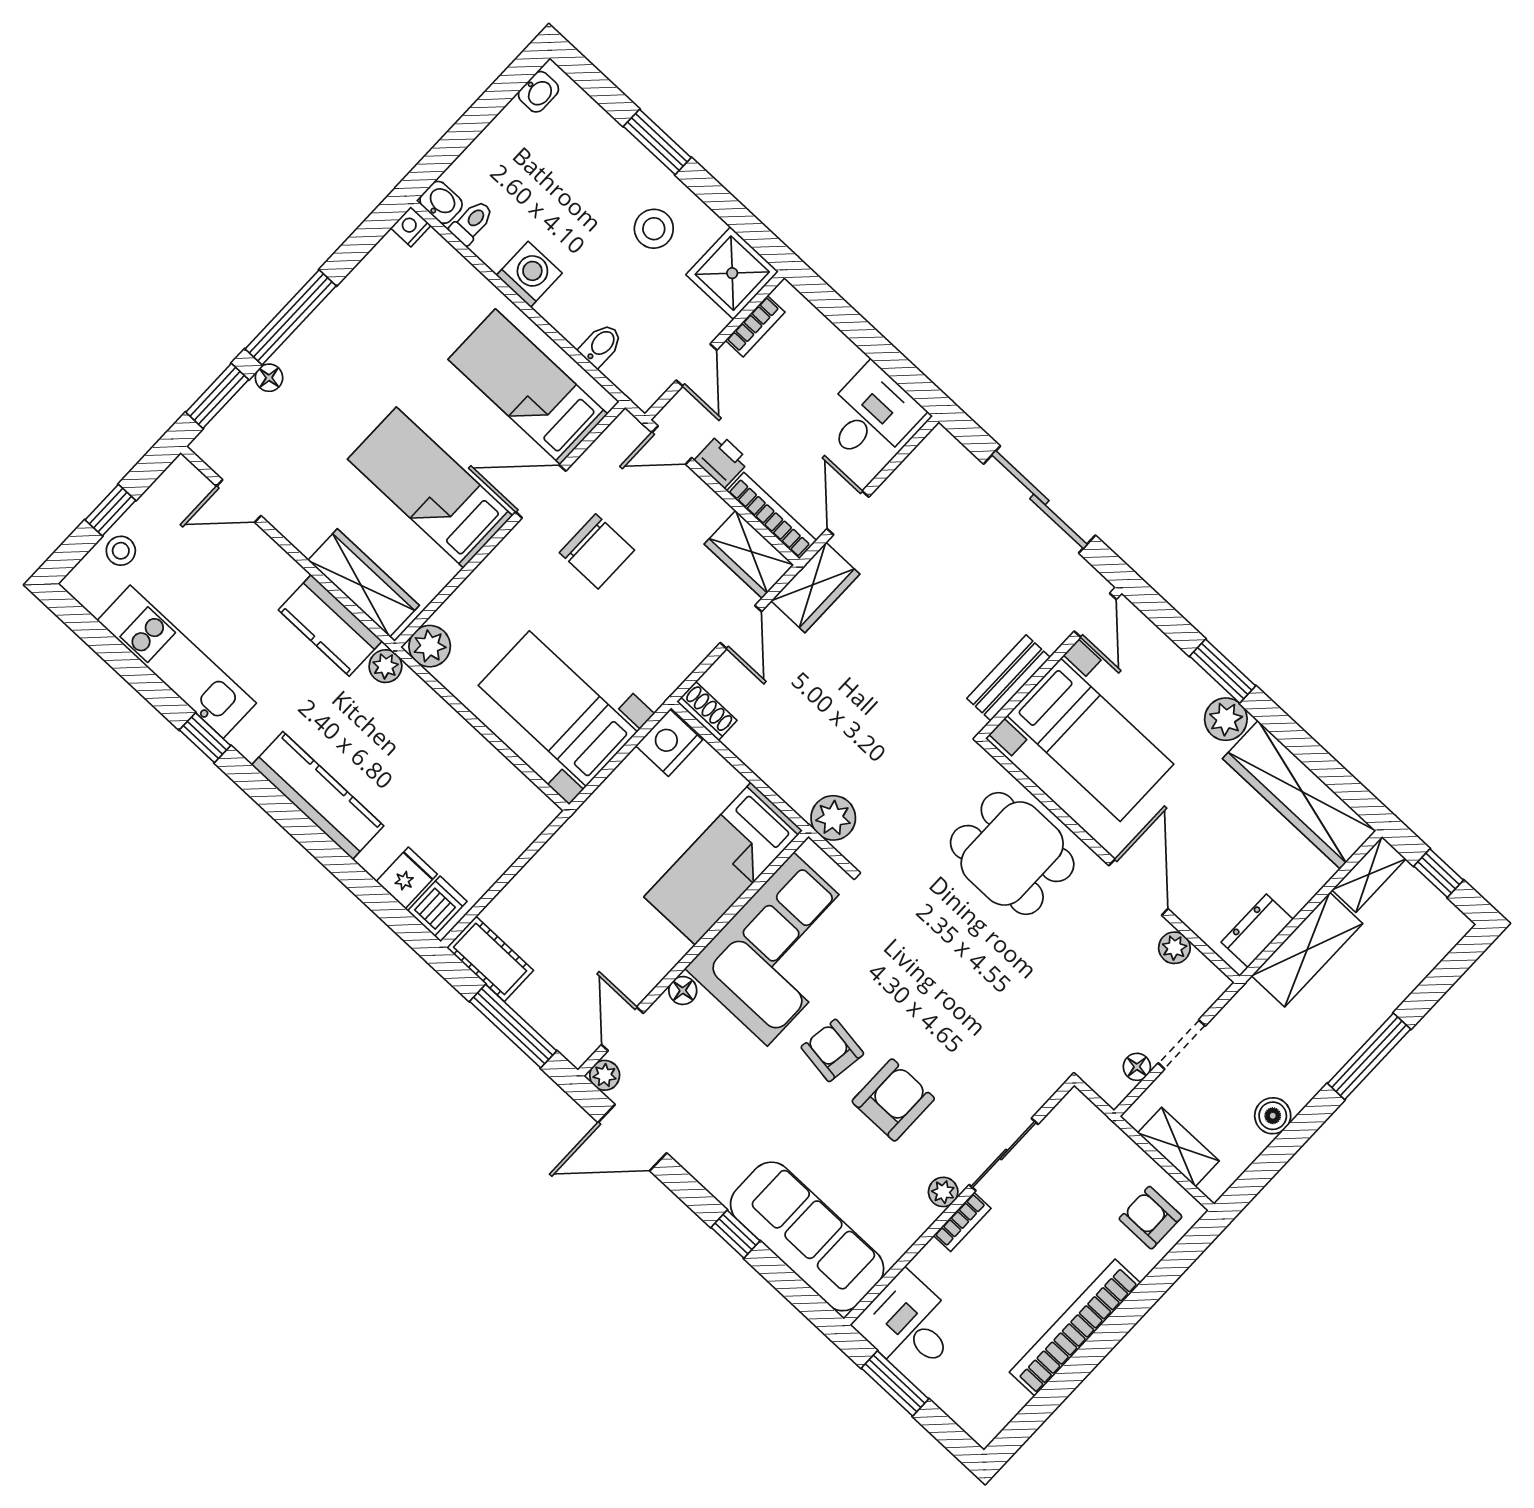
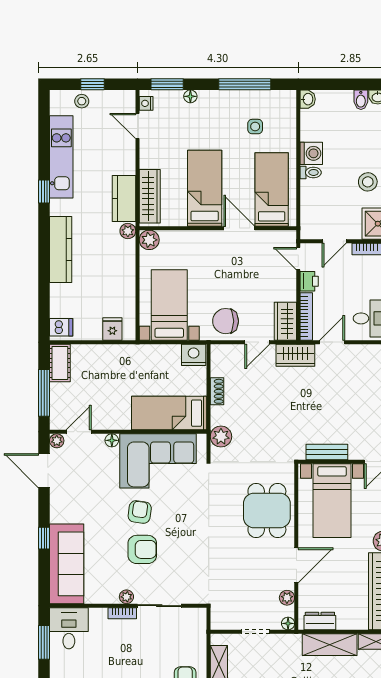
toilet: (472, 222) -> (311, 172), moved
nightstand: (411, 227) -> (146, 103), moved, turned -90
window: (291, 317) -> (245, 84), moved
side table: (408, 322) -> (255, 127), added
bidet: (601, 345) -> (361, 100), moved, turned 90
chair: (597, 551) -> (226, 321), moved, turned 90
shoe rack: (707, 711) -> (217, 391), moved
fridge: (407, 878) -> (112, 329), moved, turned -90
floor lamp: (1137, 1067) -> (288, 623), moved

